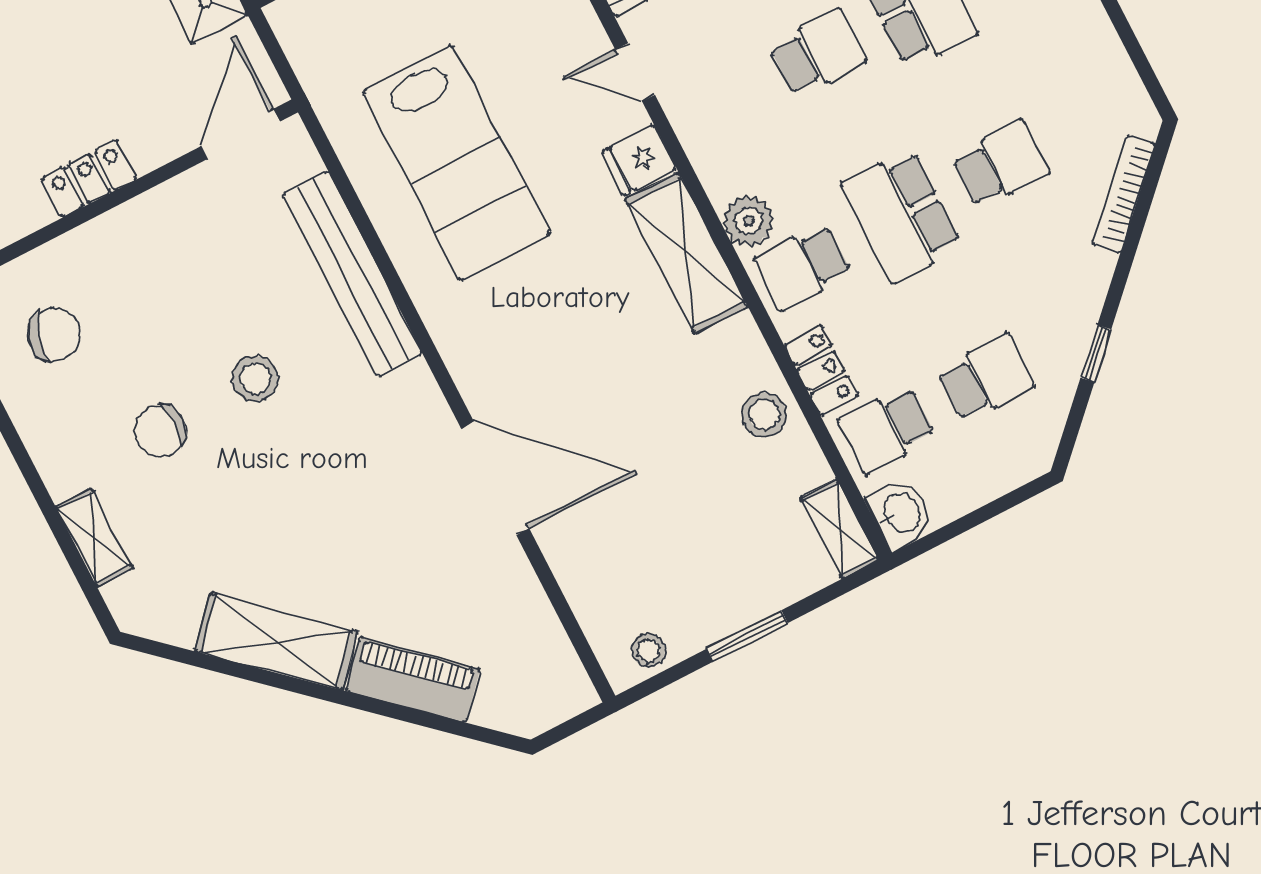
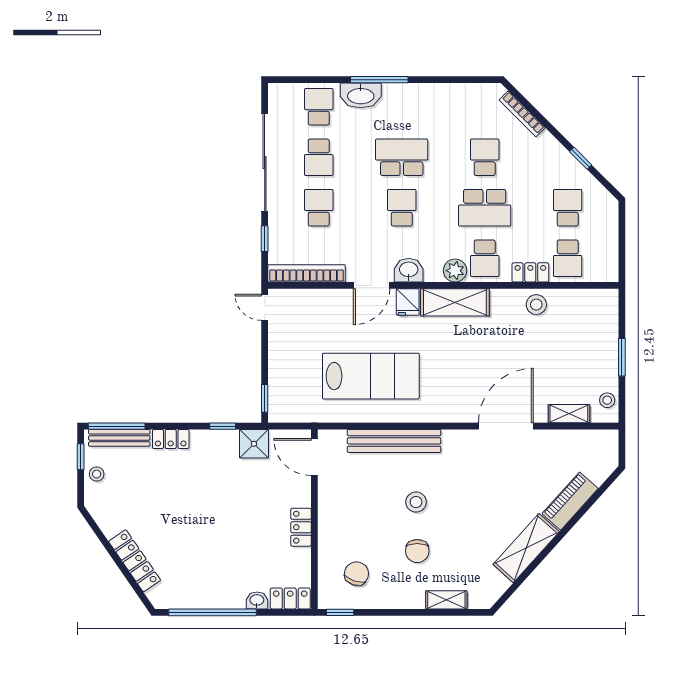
door: (635, 72) -> (372, 285), width x1.38
washbasin: (901, 513) -> (409, 270), moved
shelving: (840, 529) -> (569, 414), moved

